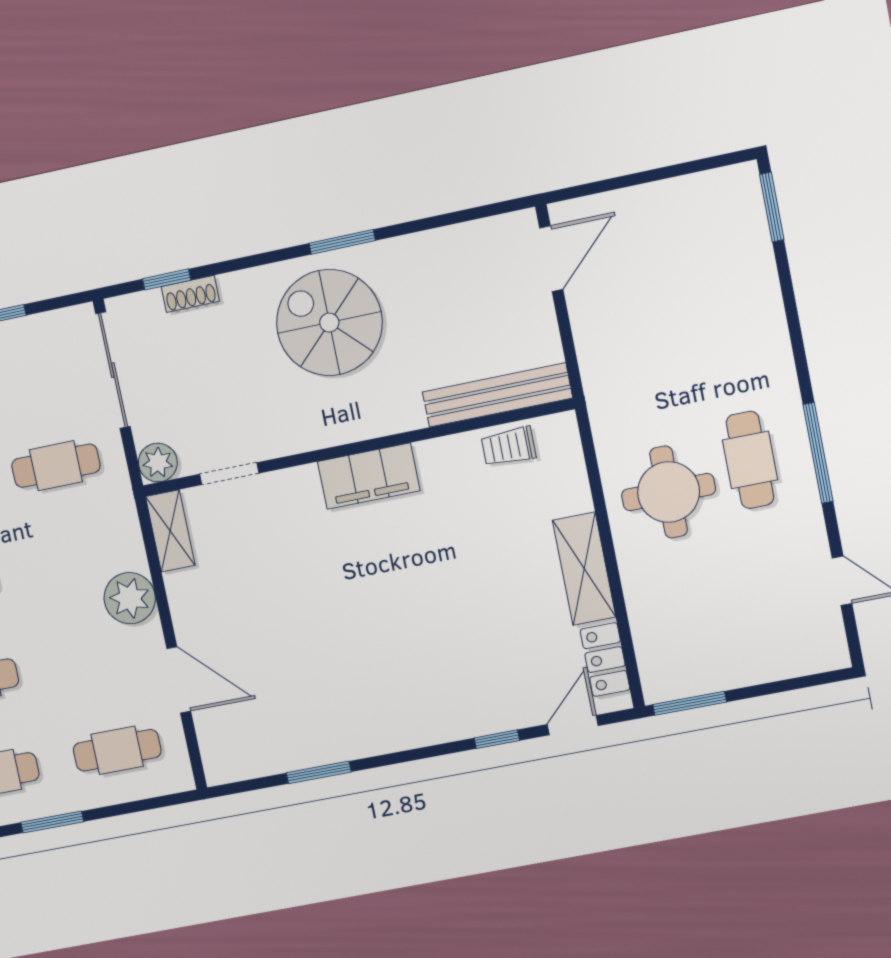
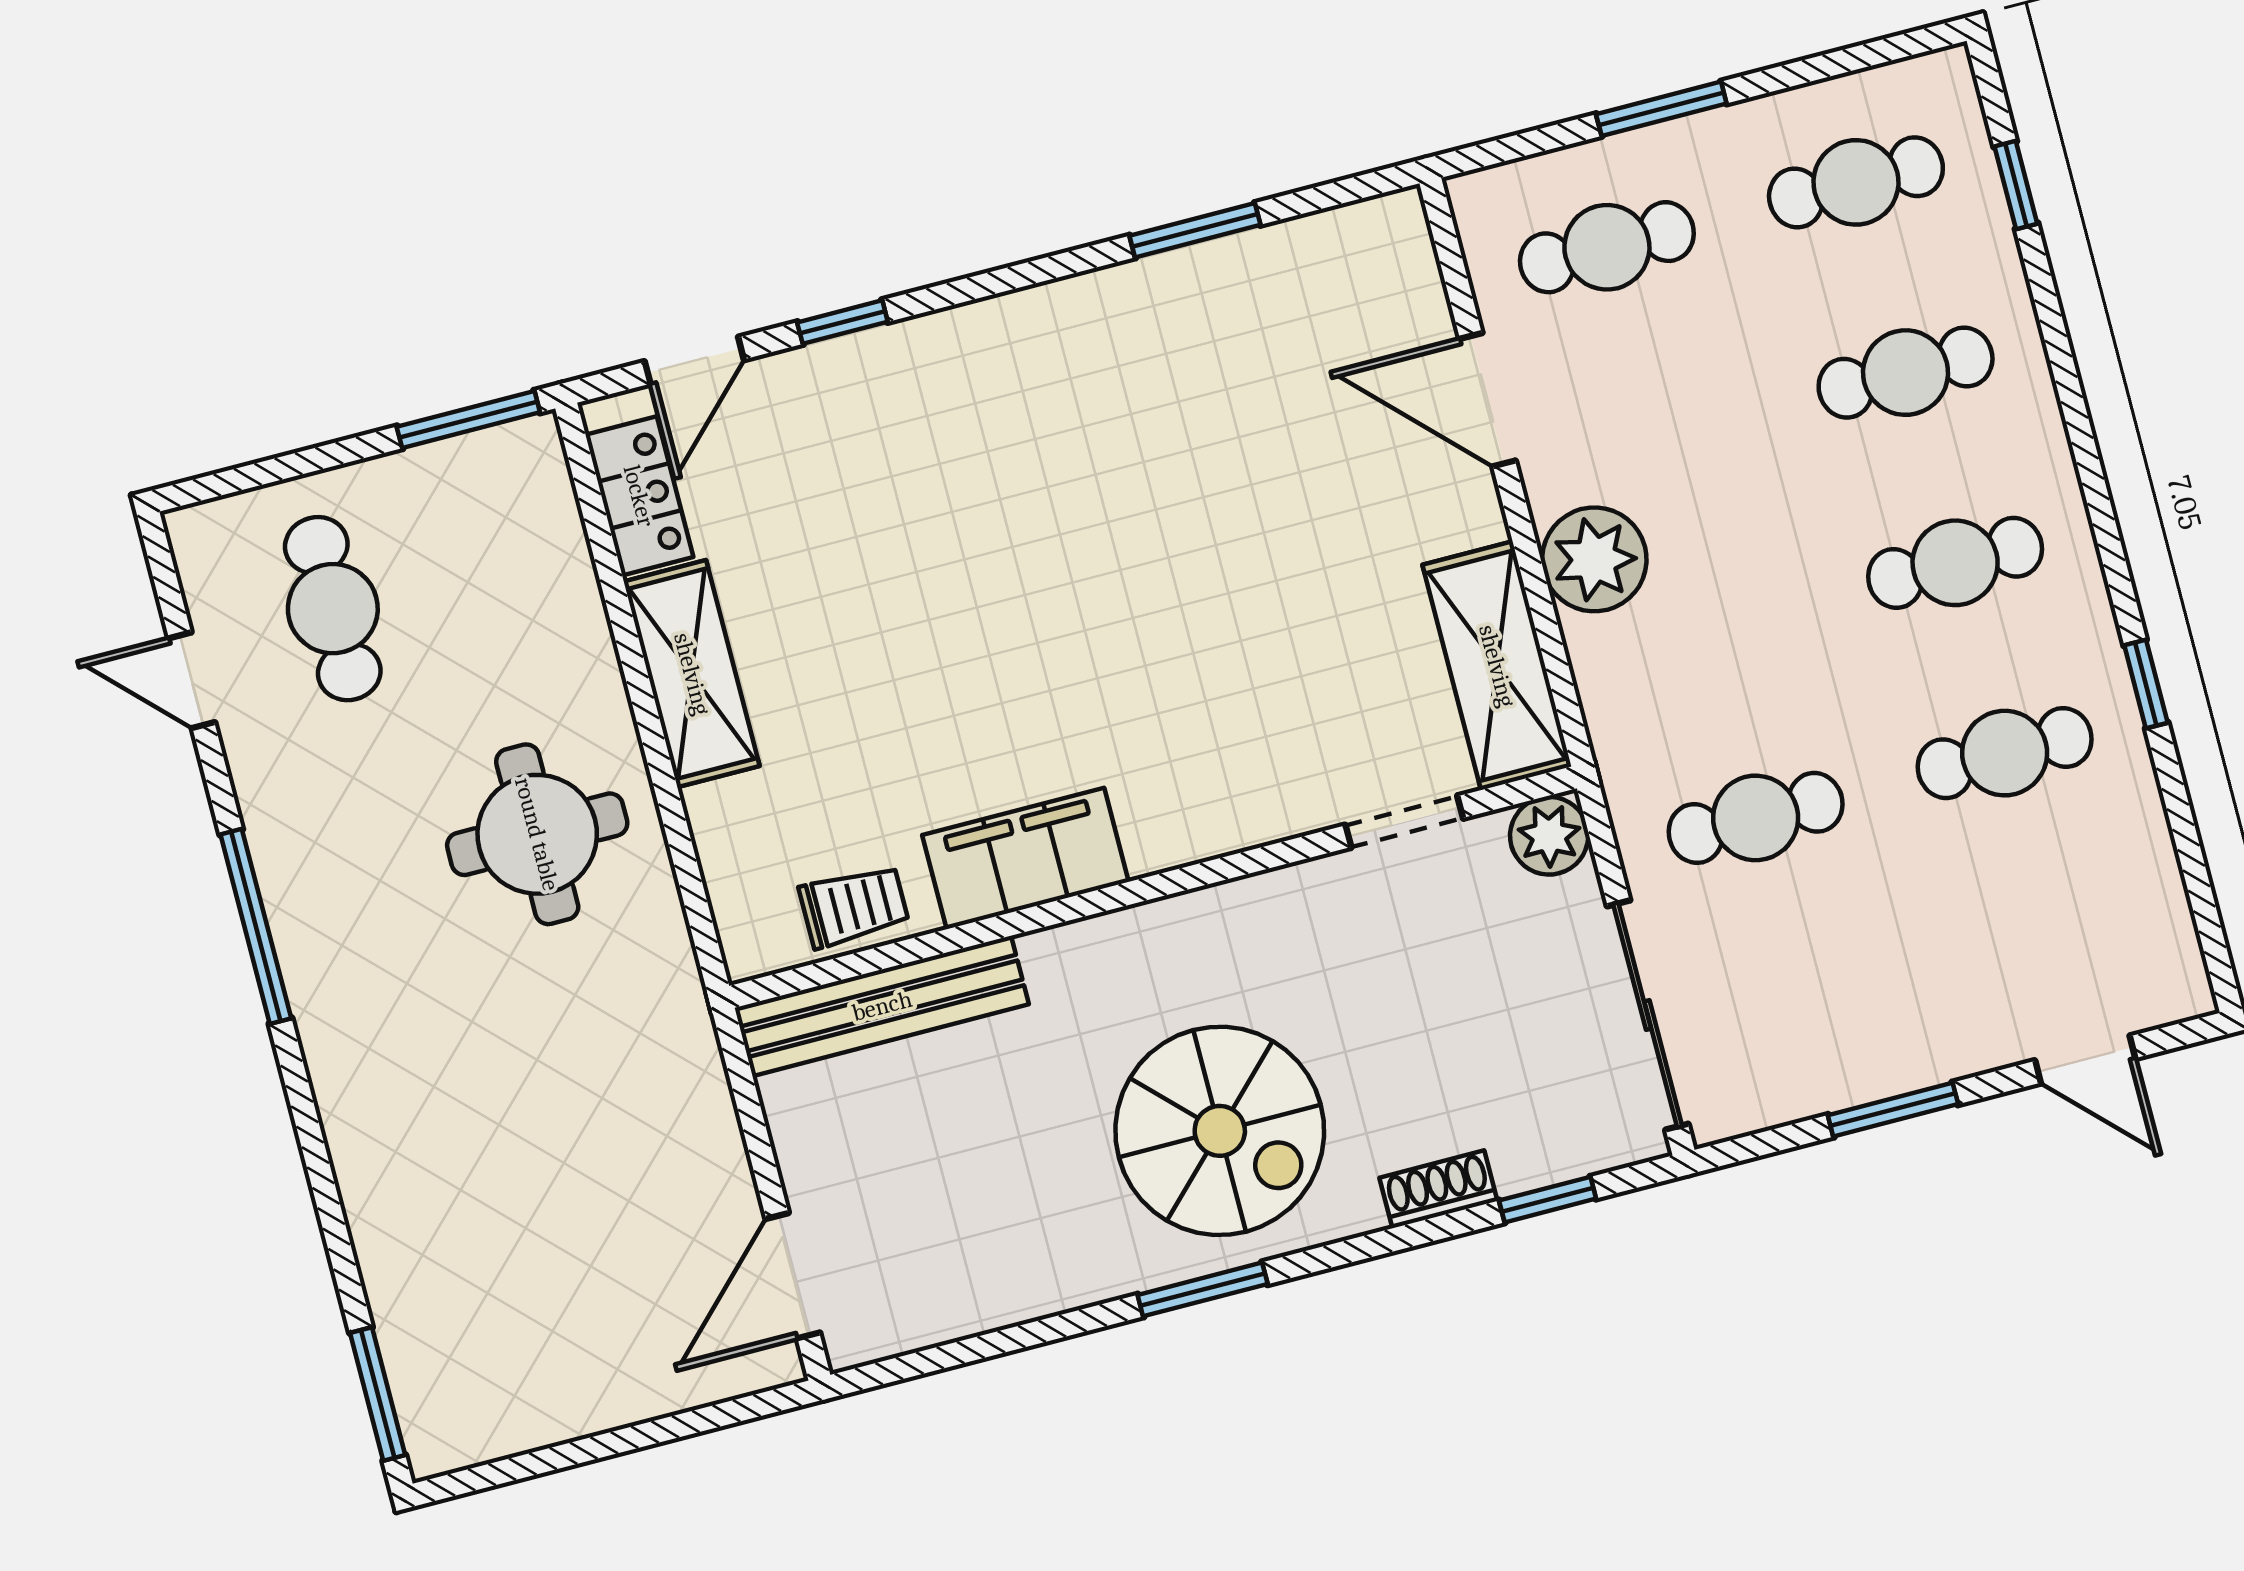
shoe rack: (190, 294) -> (1438, 1189), moved
cafe table: (750, 460) -> (333, 609), moved
filing cabinet: (369, 476) -> (1025, 858), moved
shelving: (170, 531) -> (1497, 666), width x1.50, depth x1.33
window: (52, 822) -> (1661, 109), moved

